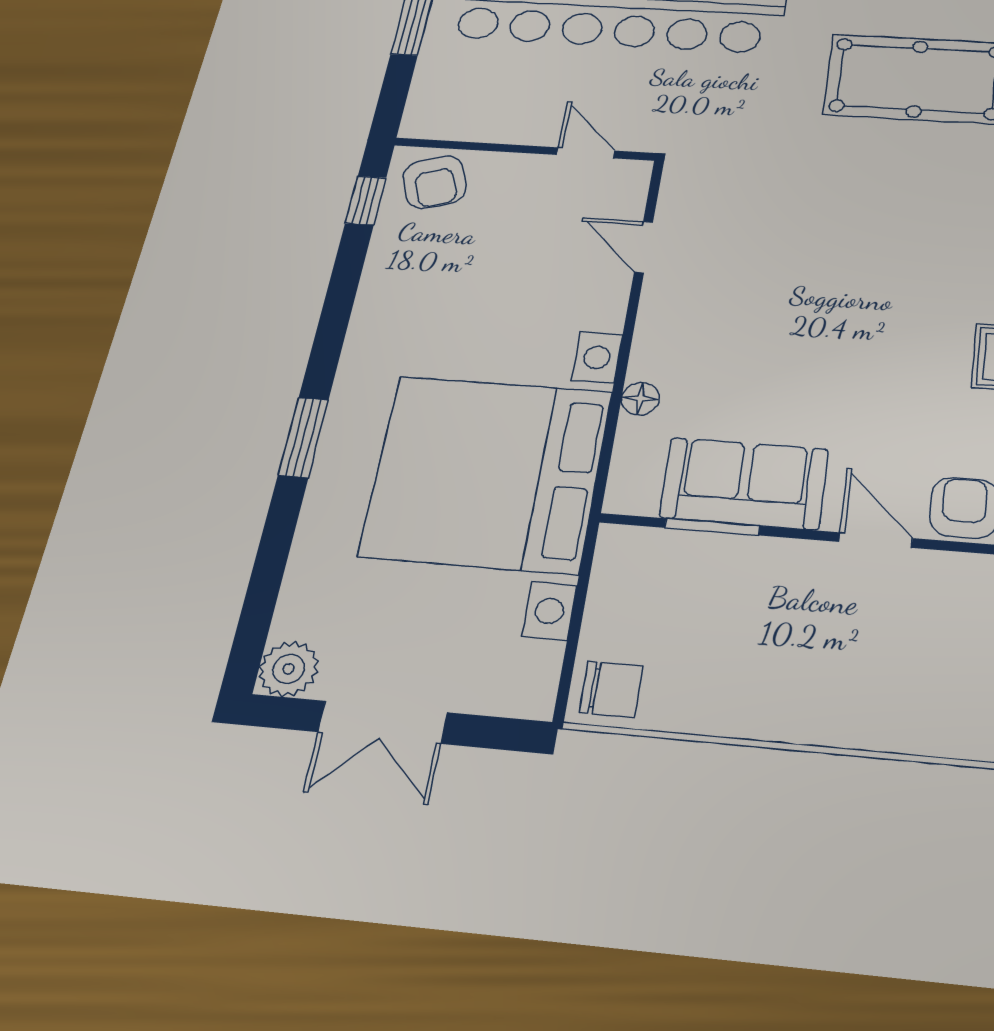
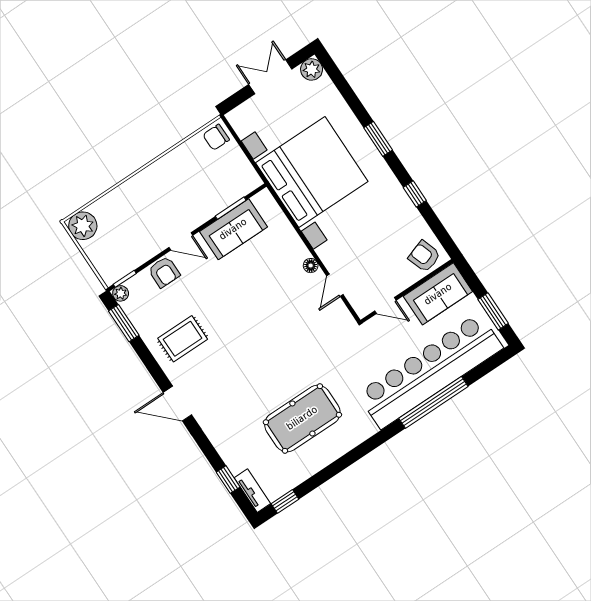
sofa: (475, 109) -> (438, 294), added
window: (366, 200) -> (415, 194), moved
door: (644, 247) -> (335, 285), swing flipped
floor lamp: (640, 399) -> (311, 266), moved

